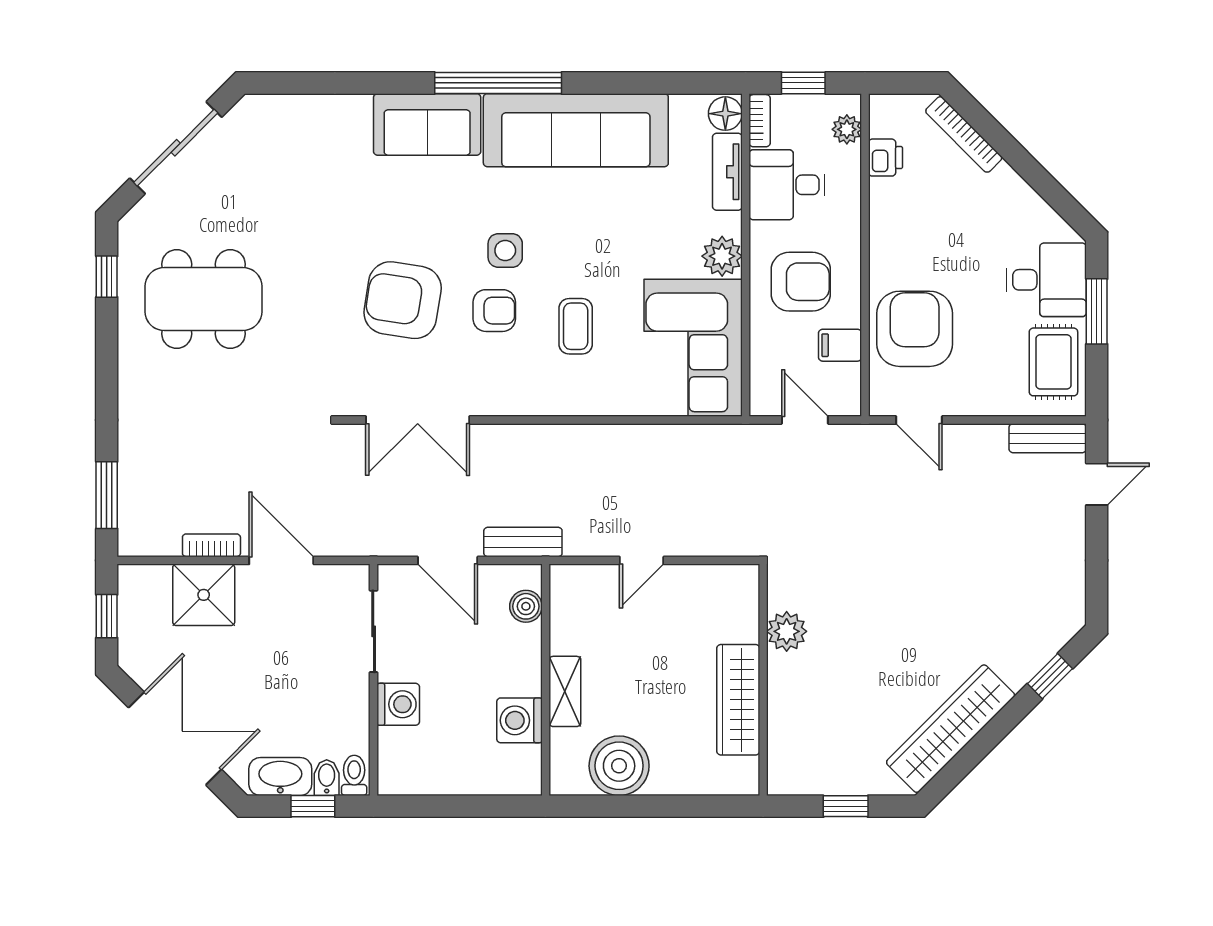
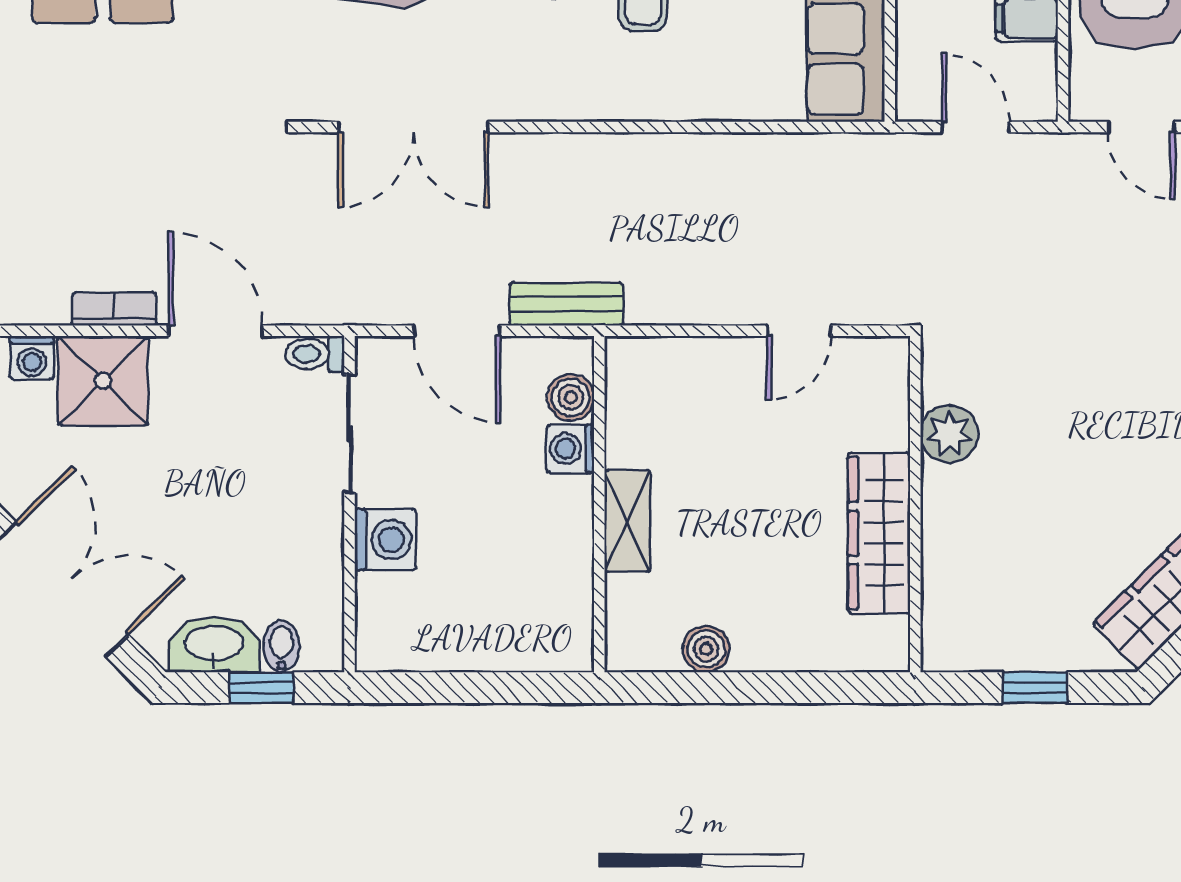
door: (642, 560) -> (799, 331), moved
washing machine: (155, 579) -> (32, 358), added
washing machine: (519, 720) -> (570, 449), moved, width x0.73, depth x0.73
boiler: (619, 766) -> (706, 649), width x0.54, depth x0.54
toilet: (354, 775) -> (315, 354), moved, turned -90

